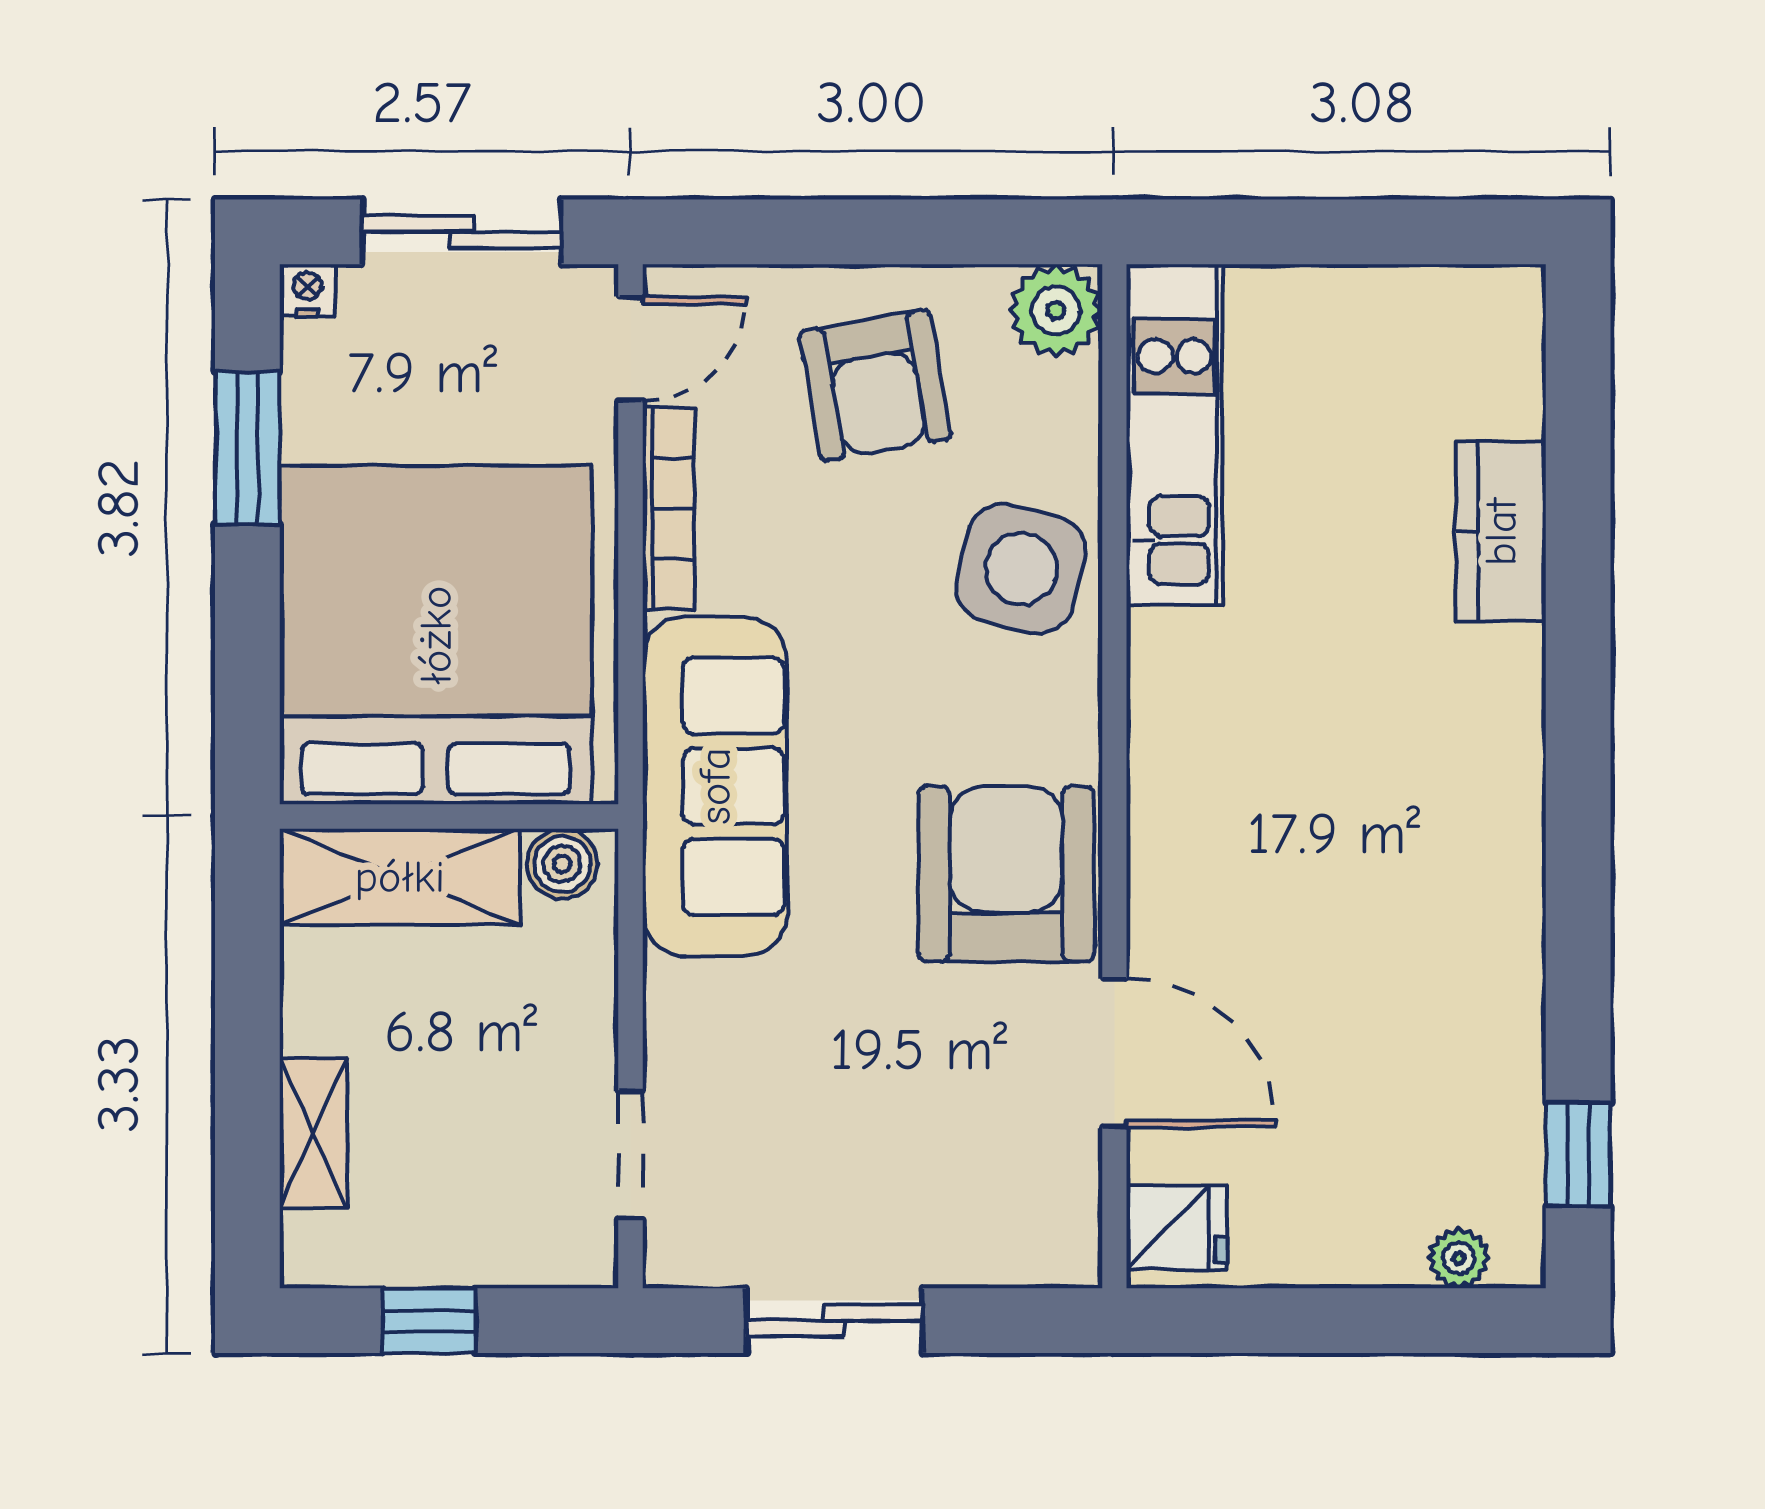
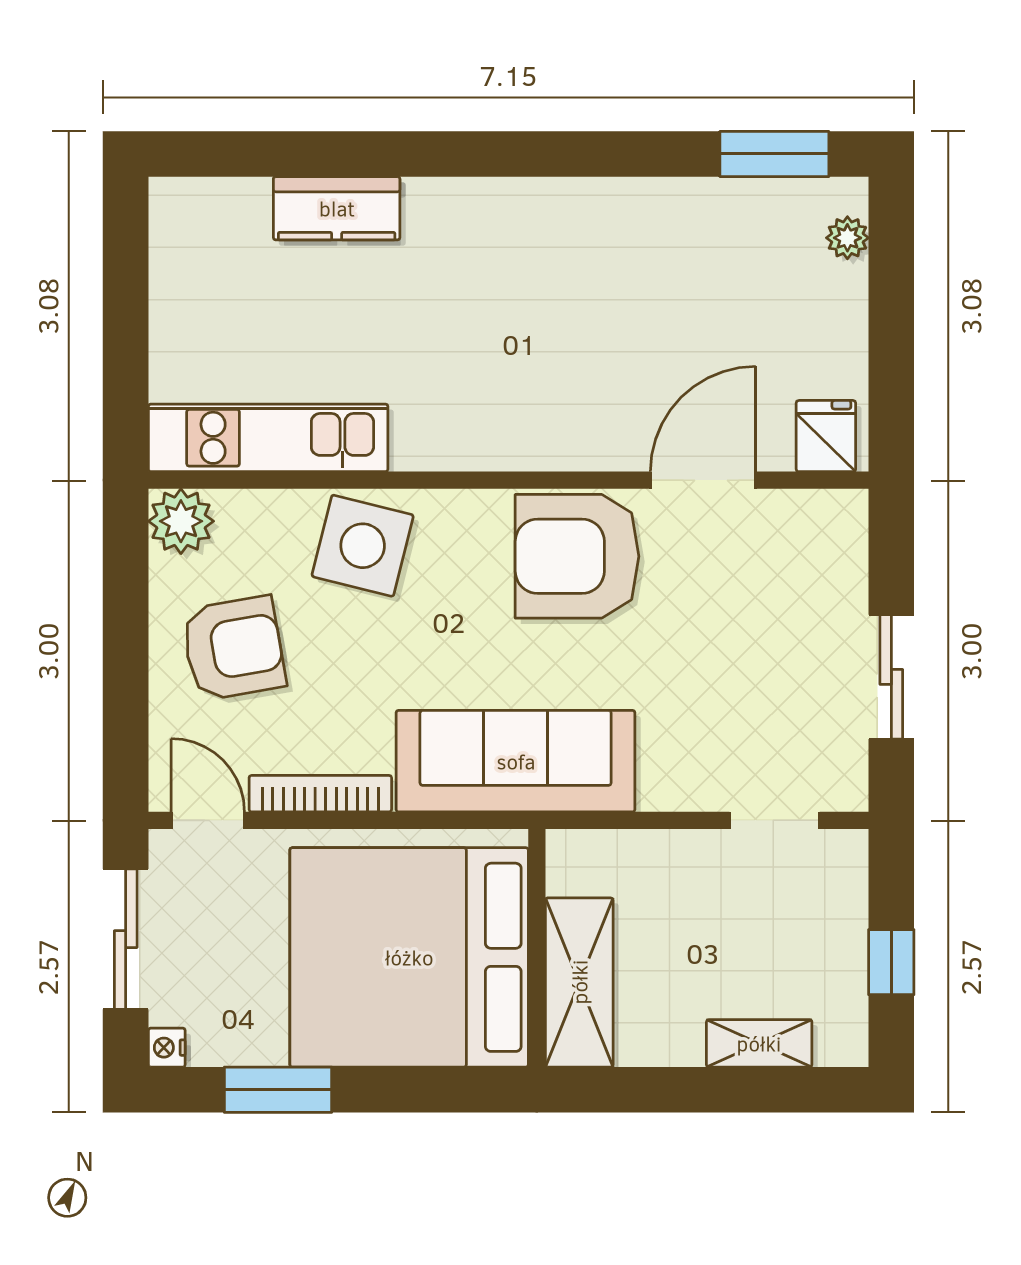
boiler: (562, 864) -> (570, 868), removed
window: (1578, 1154) -> (774, 154), width x1.50

